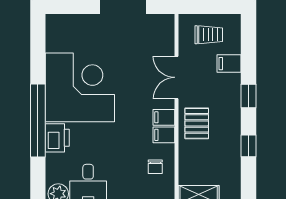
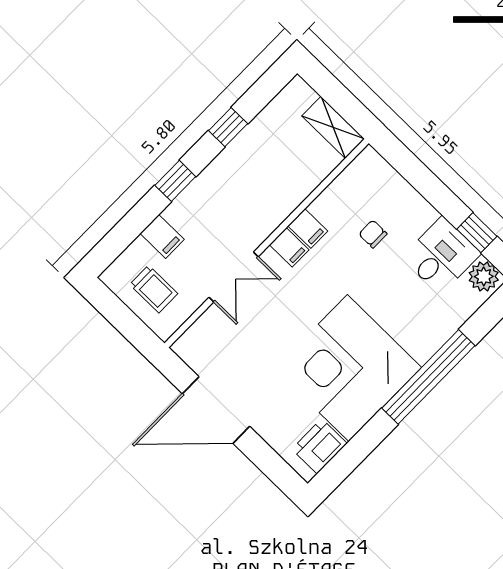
trolley: (209, 35) -> (154, 289), turned 180
pallet: (197, 123) -> (260, 206), removed
printer: (57, 138) -> (319, 446), moved
chair: (155, 167) -> (373, 234), moved, turned -90

